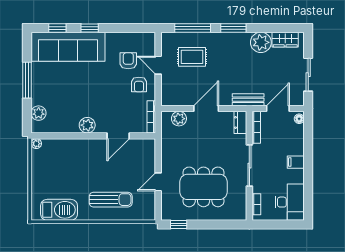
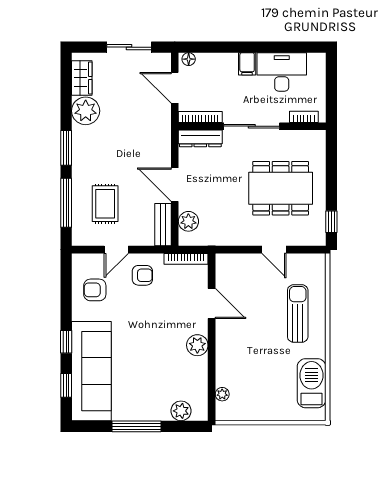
armchair: (128, 61) -> (95, 290), moved
bench: (248, 100) -> (163, 225), moved
dresser: (240, 122) -> (200, 138), width x1.44
plant: (36, 144) -> (222, 394), moved
dining table: (204, 187) -> (281, 188), turned 90
desk: (290, 202) -> (282, 72), moved

